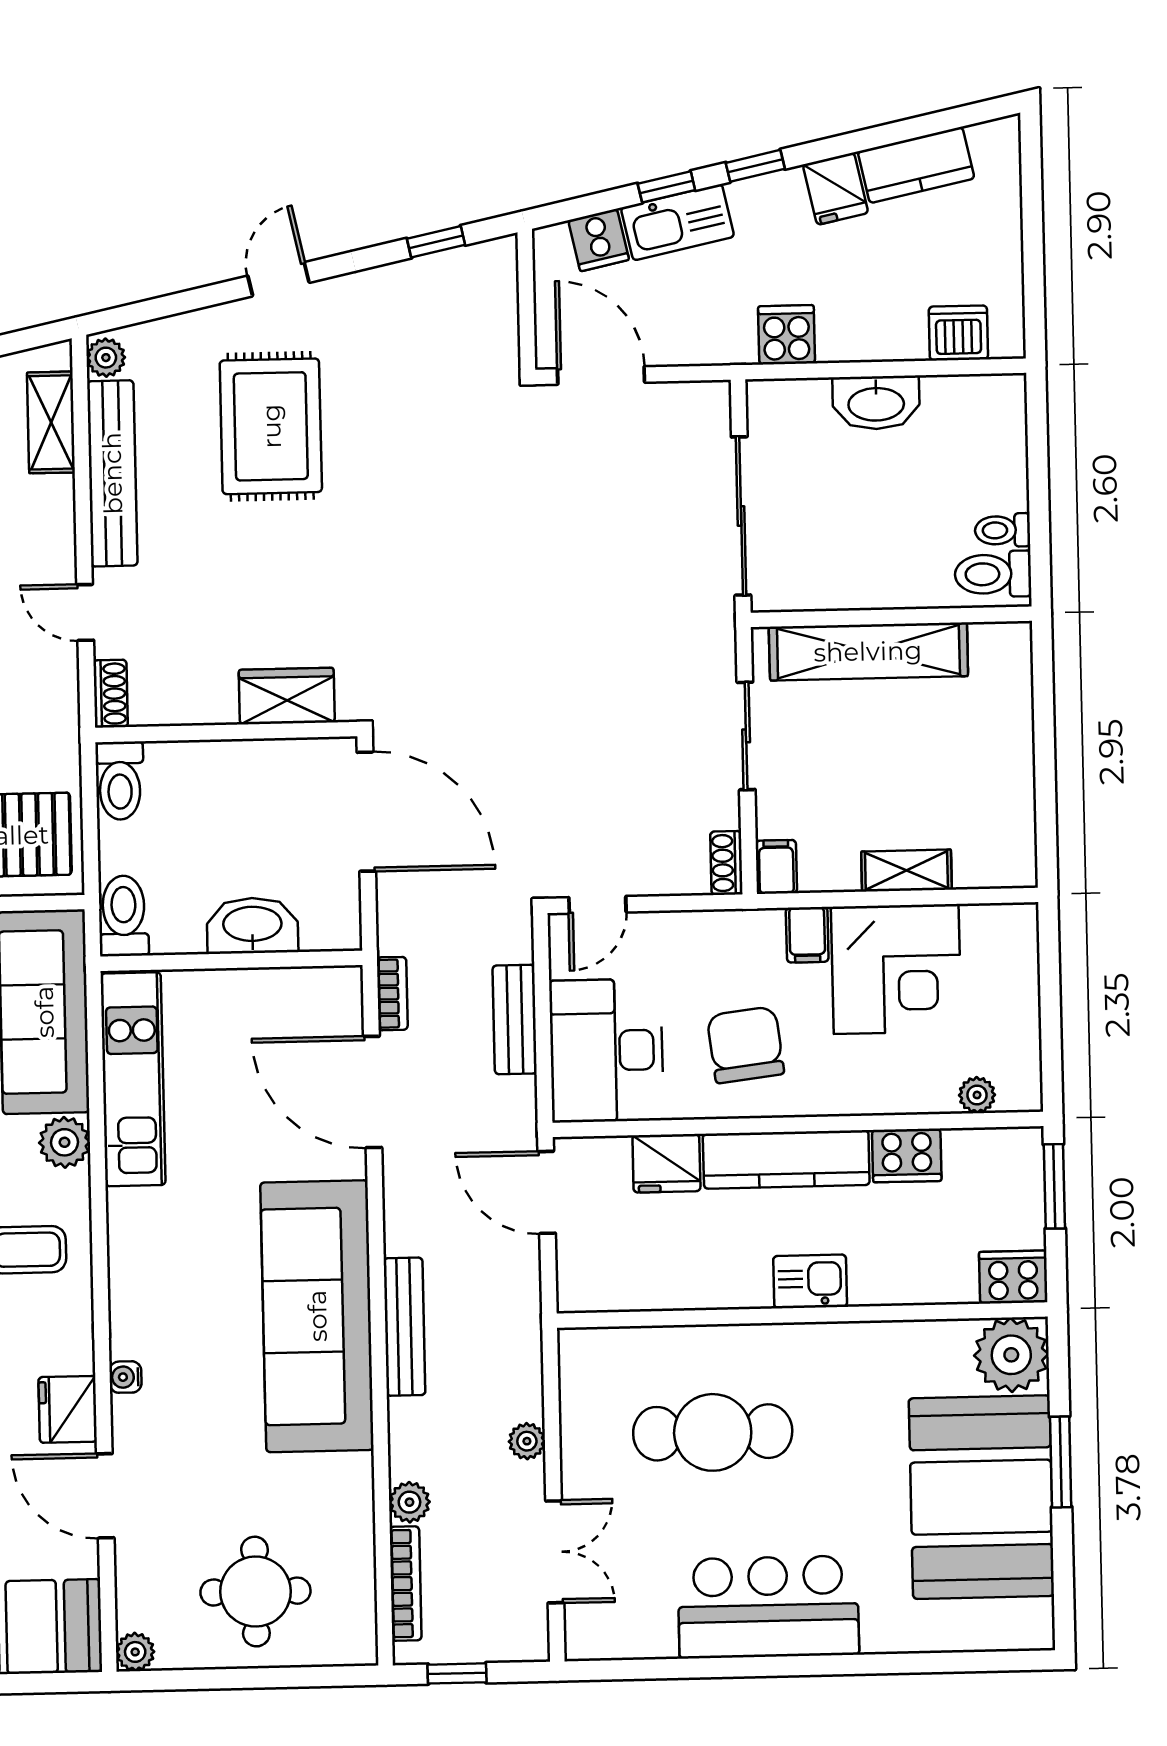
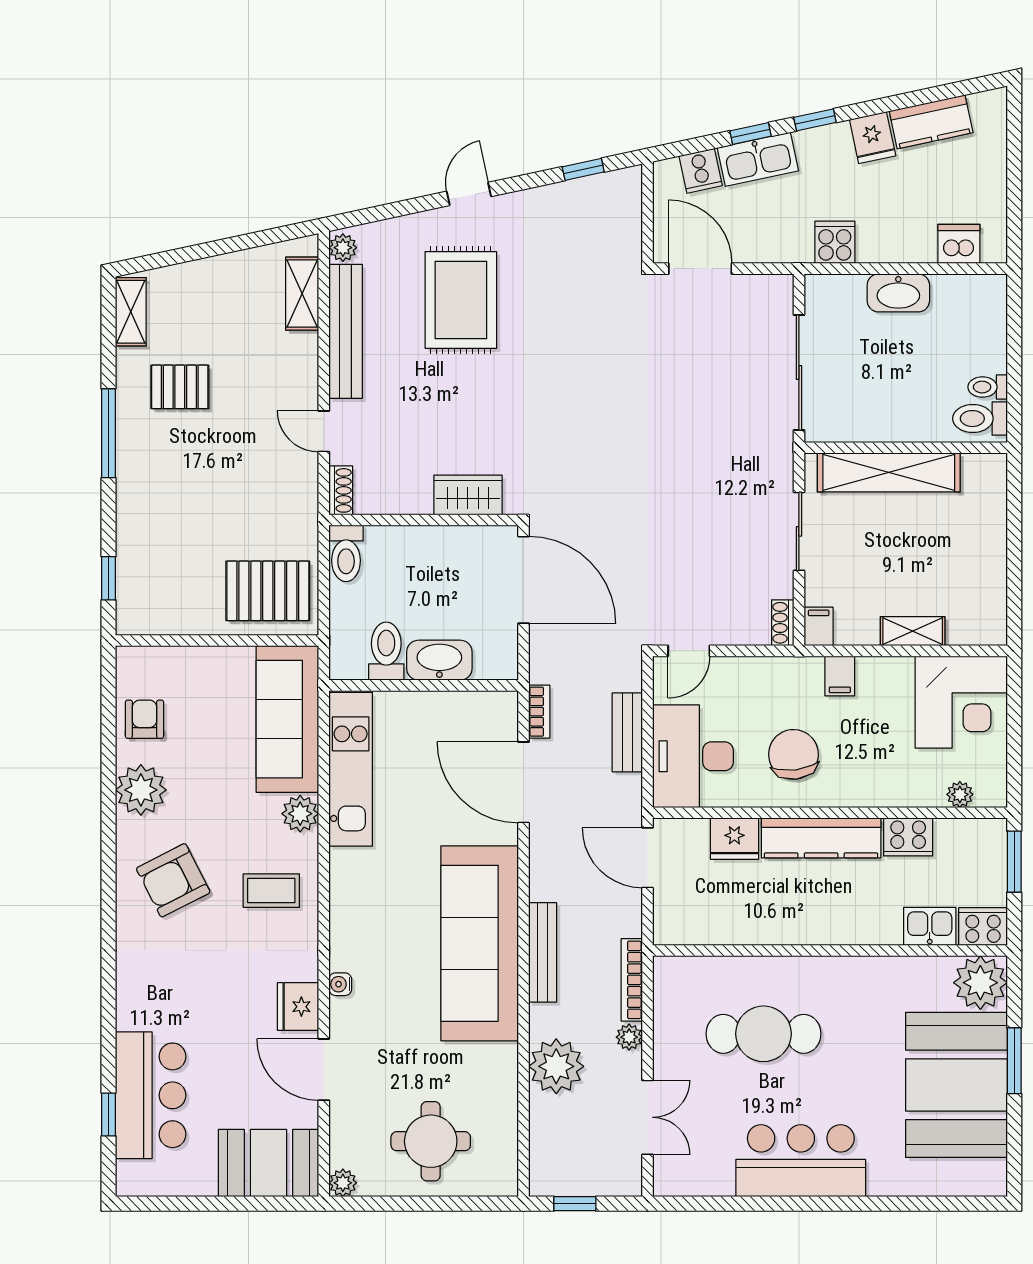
toilet: (124, 916) -> (386, 651), moved
corner desk: (896, 969) -> (961, 702), moved
kitchen sink: (810, 1281) -> (930, 926), moved
plant: (409, 1502) -> (556, 1066), width x1.87, depth x1.87
bookcase: (406, 1584) -> (632, 980), moved, turned 180

